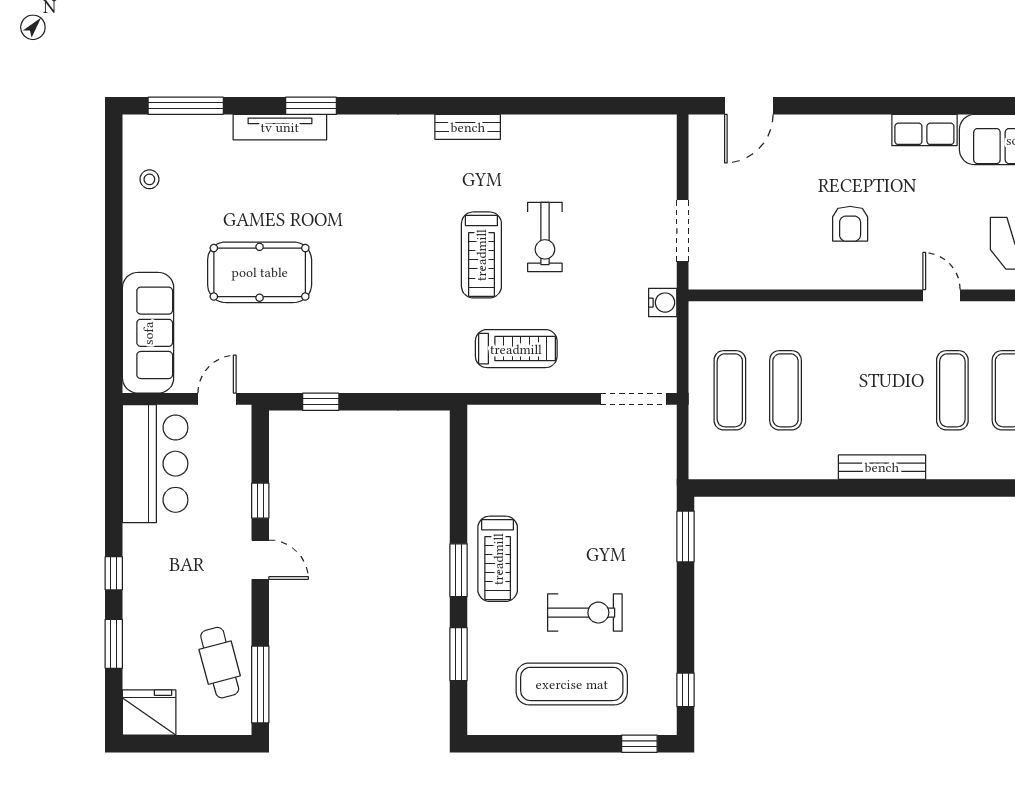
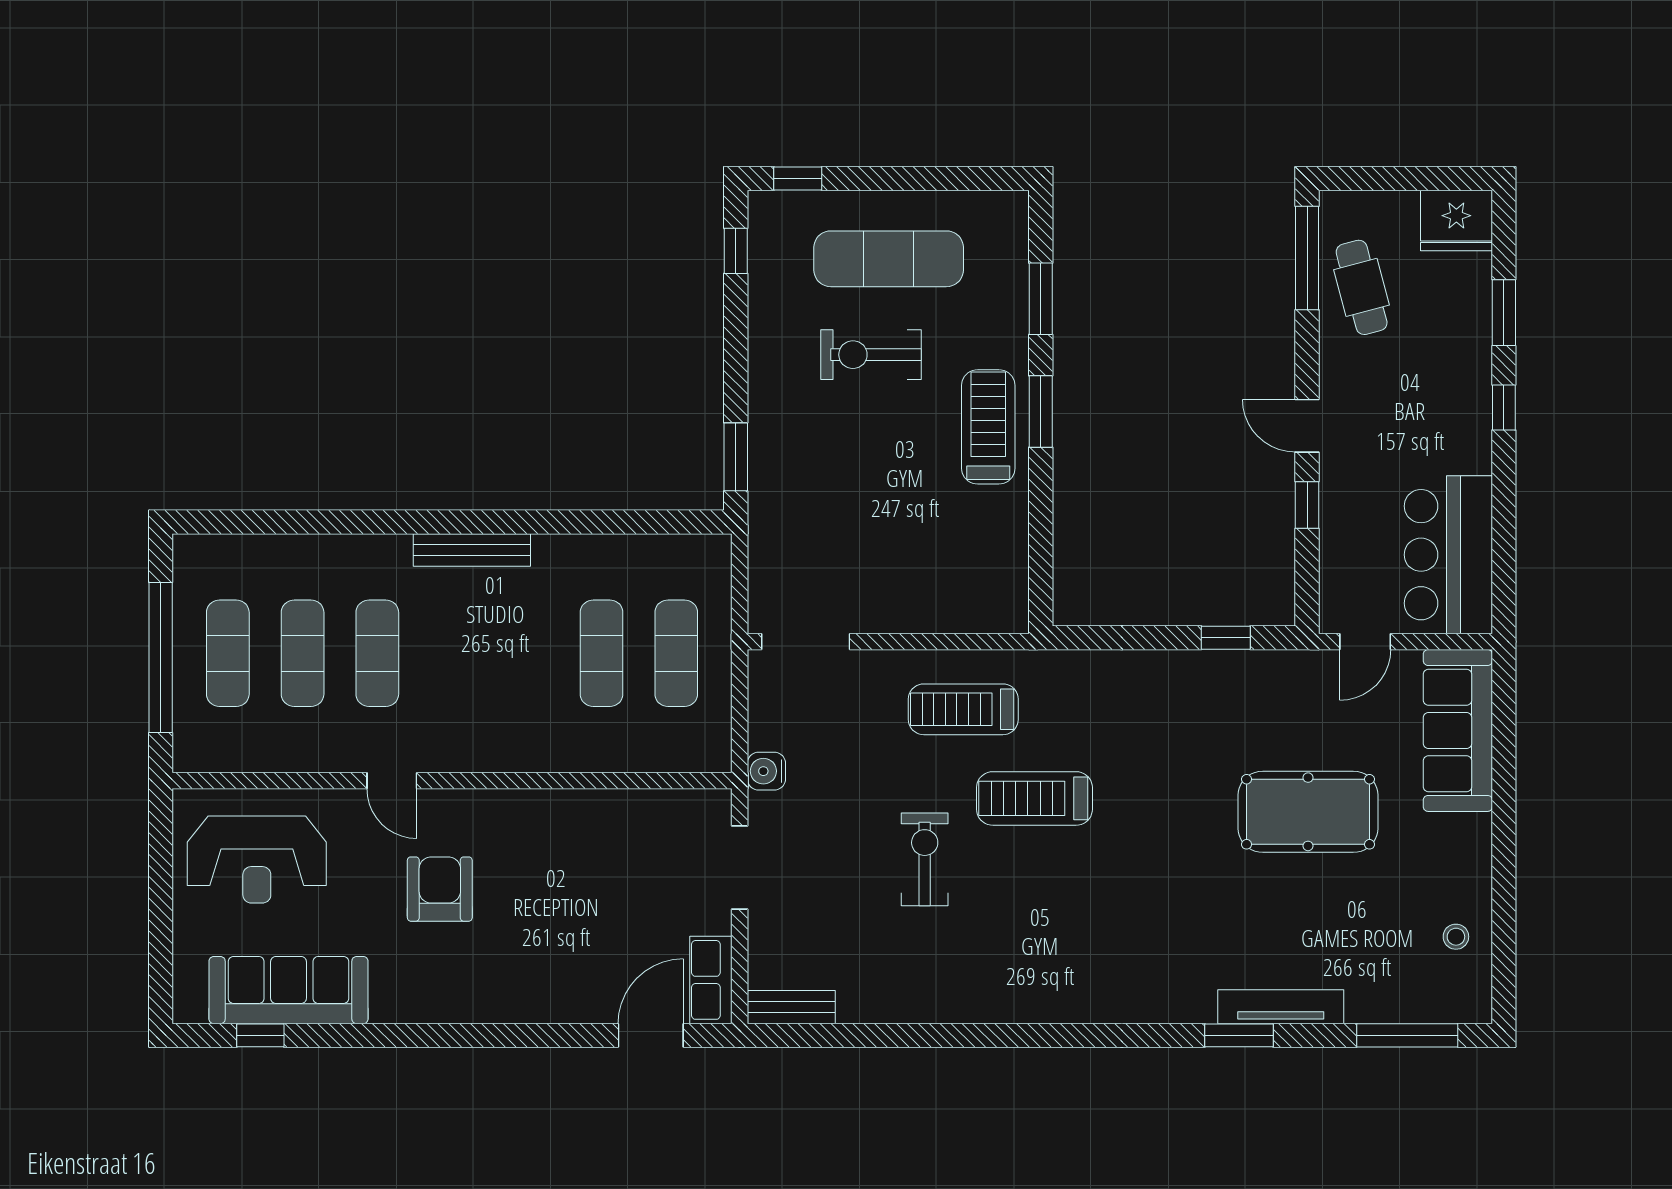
bench: (468, 127) -> (791, 1007), moved
row of seats: (924, 130) -> (711, 980), moved, turned -90
armchair: (850, 224) -> (440, 889), moved, width x1.38, depth x1.38
treadmill: (481, 255) -> (1034, 798), moved, turned -90

